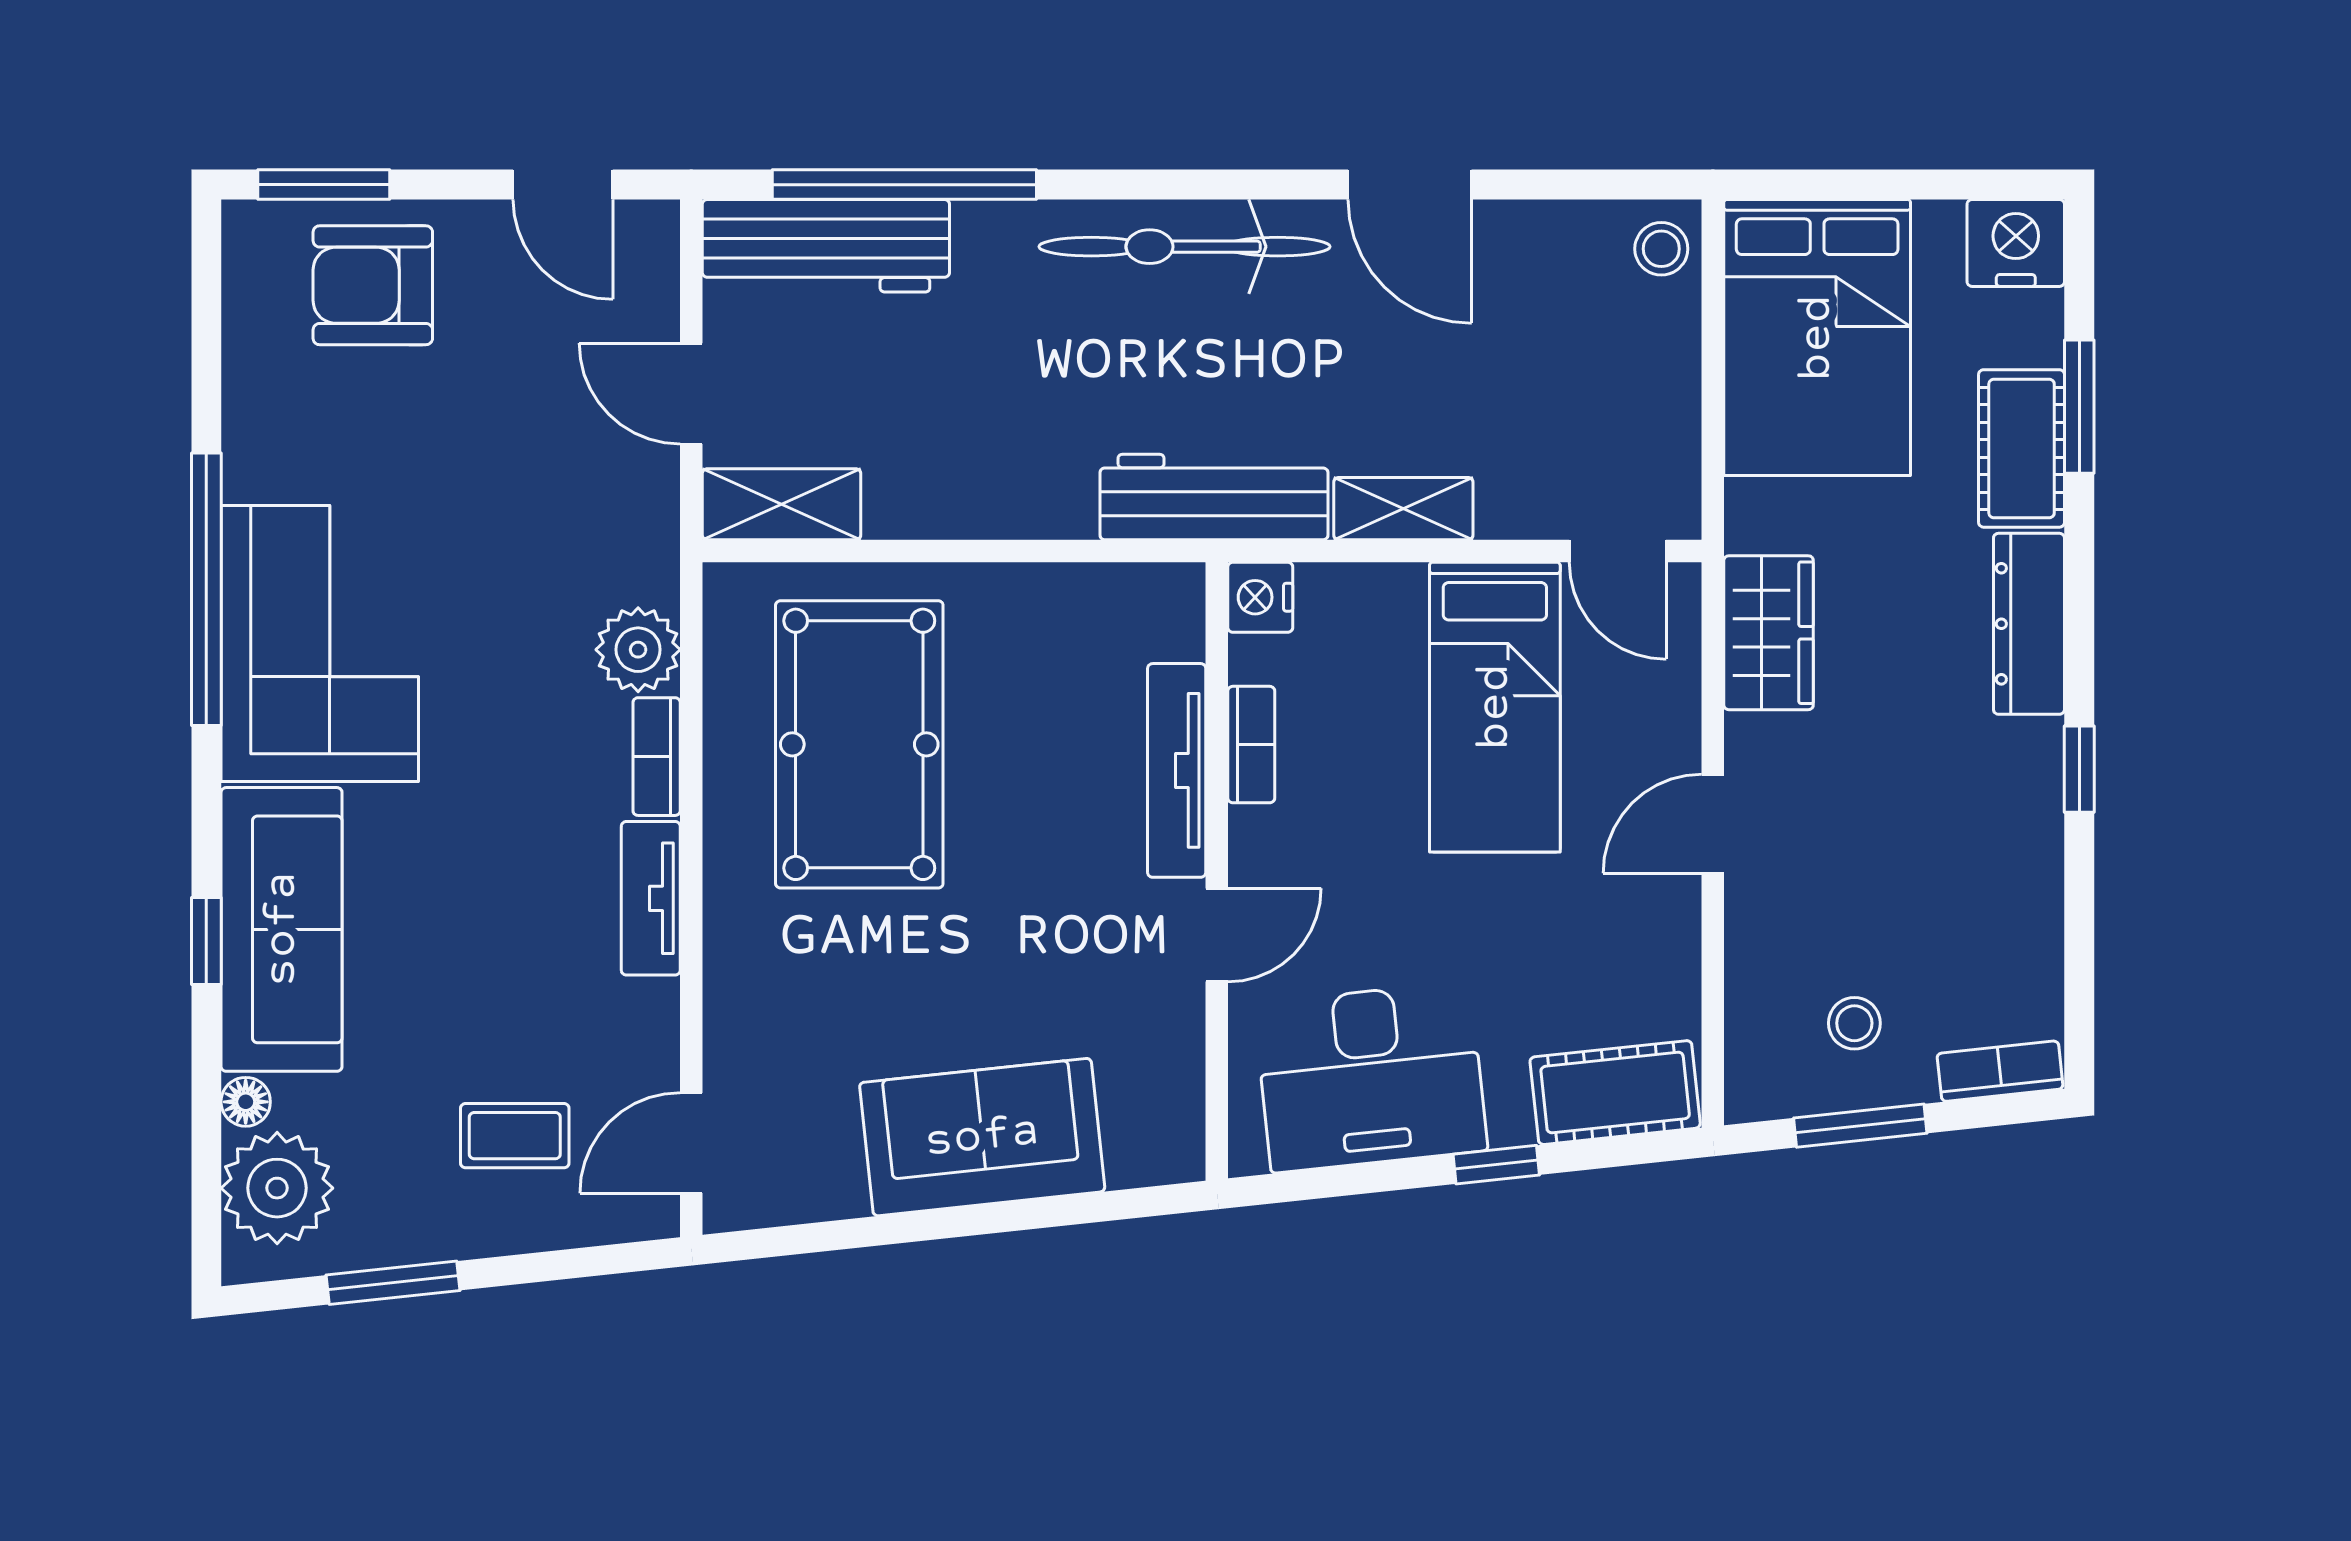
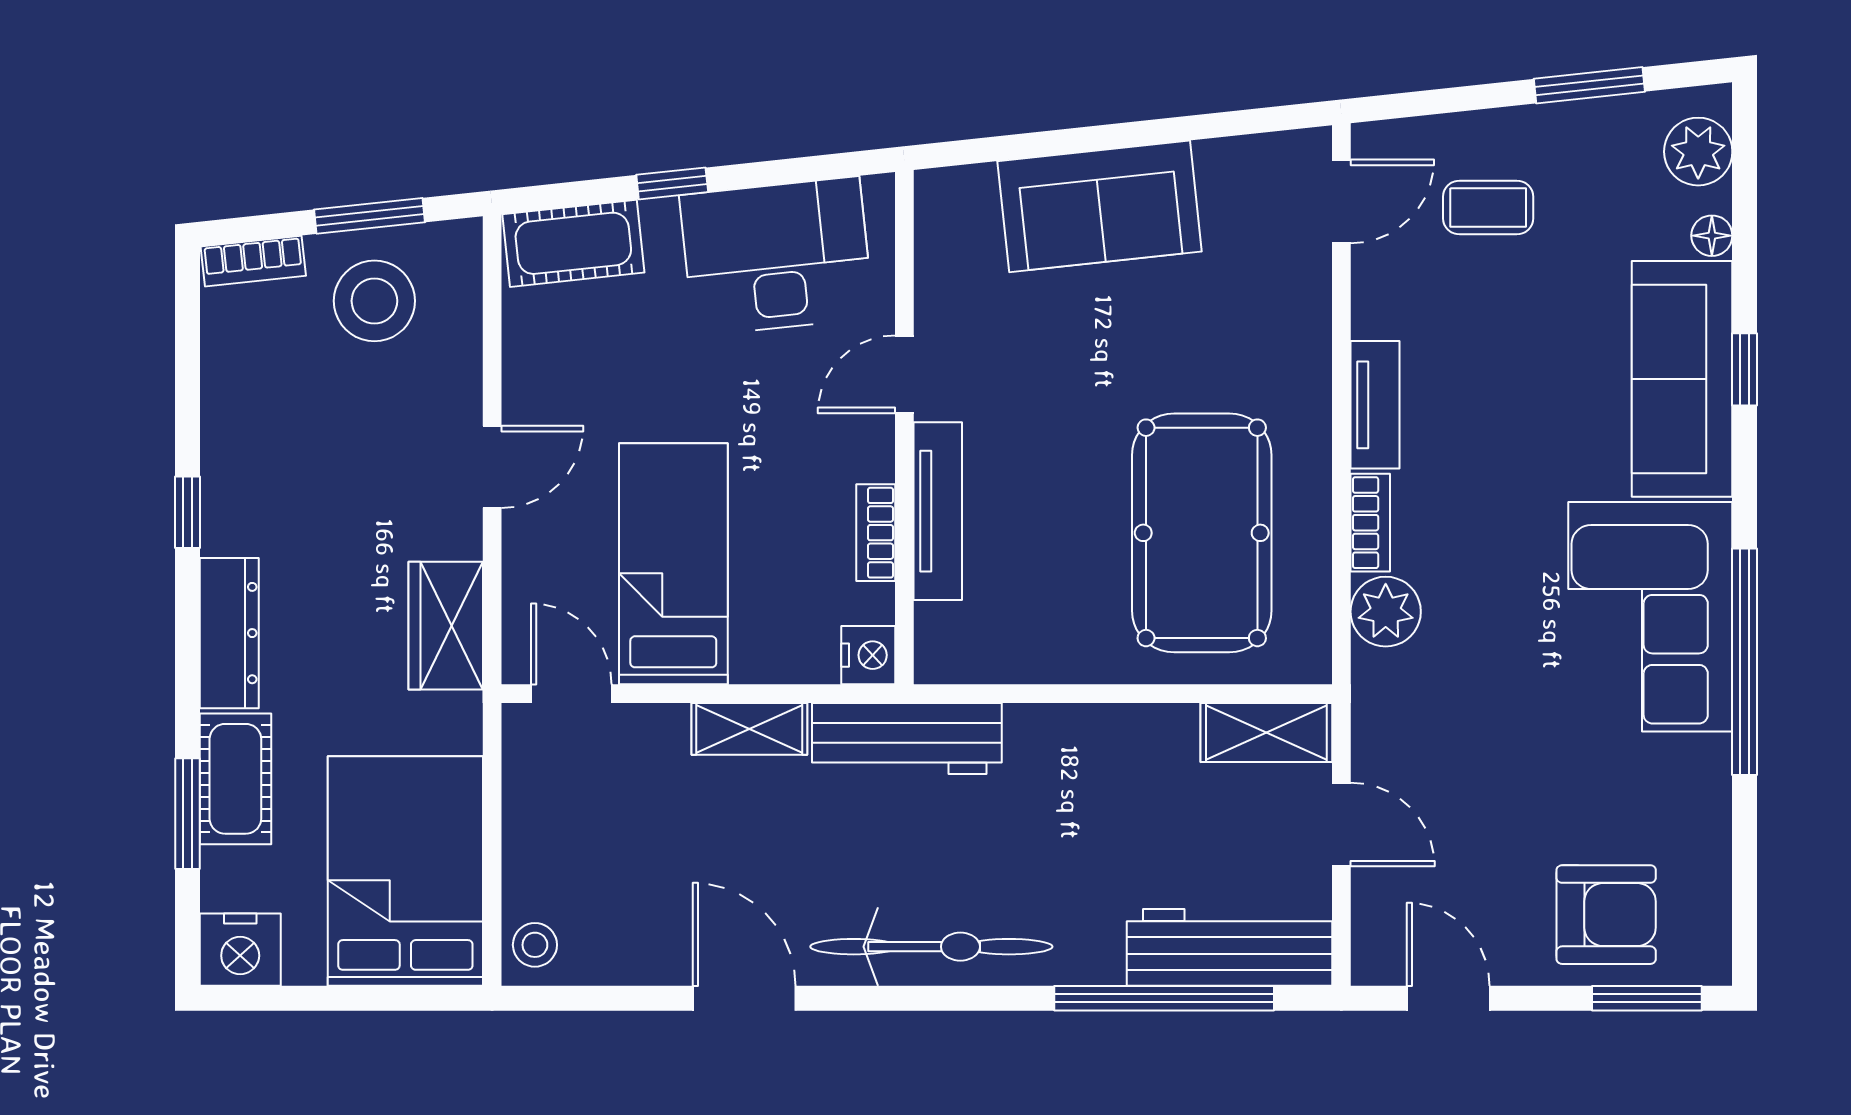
stool: (1854, 1023) -> (374, 301), width x1.89, depth x1.89
plant: (277, 1188) -> (1698, 152), width x0.73, depth x0.73

